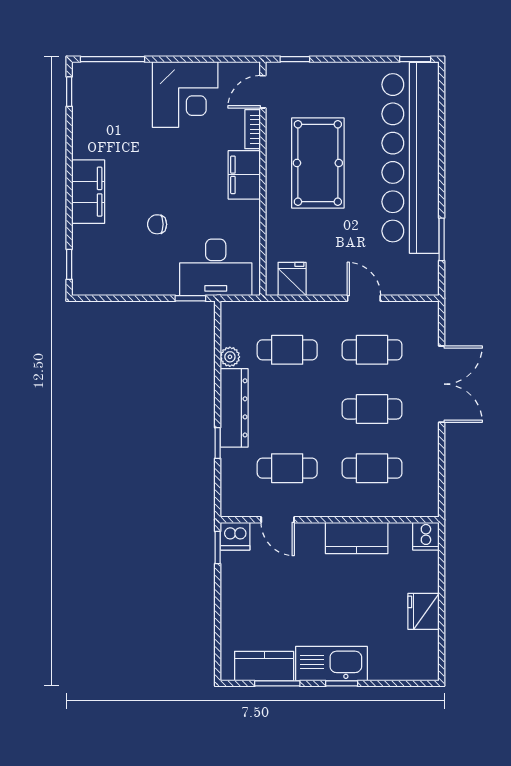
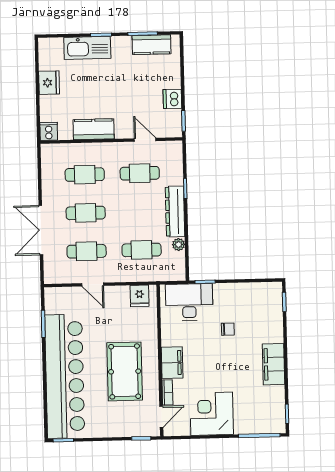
filing cabinet: (88, 192) -> (273, 364), moved
dishwasher: (235, 536) -> (172, 99), moved, turned -90
kitchen sink: (331, 664) -> (87, 48), moved

